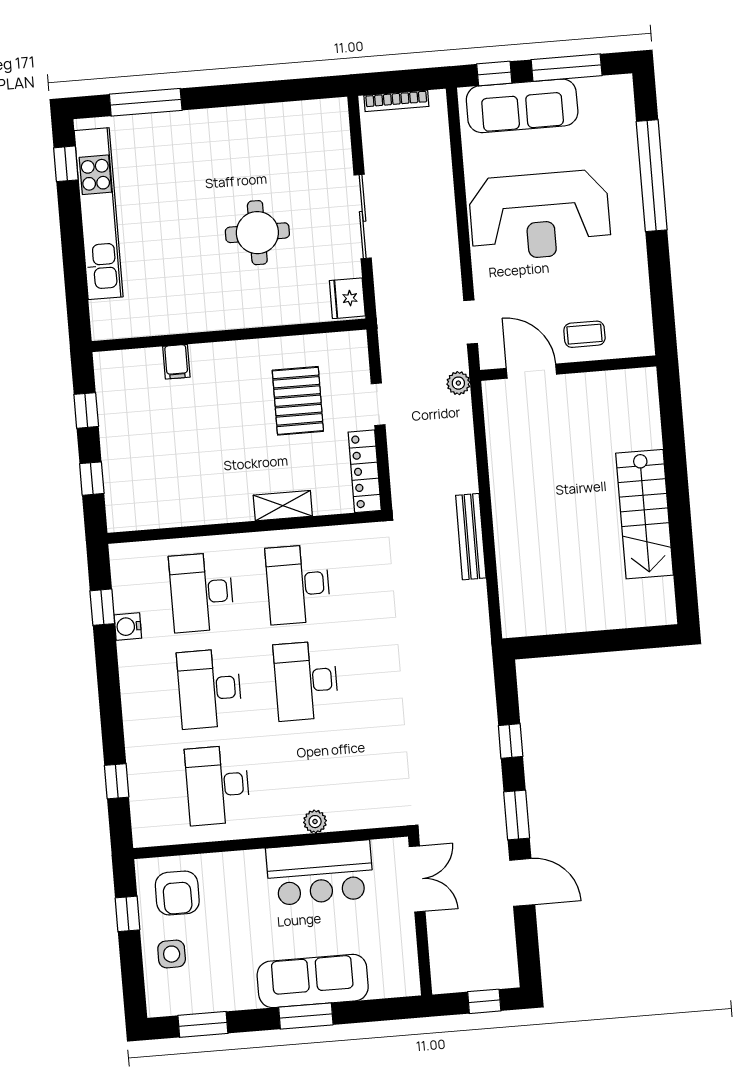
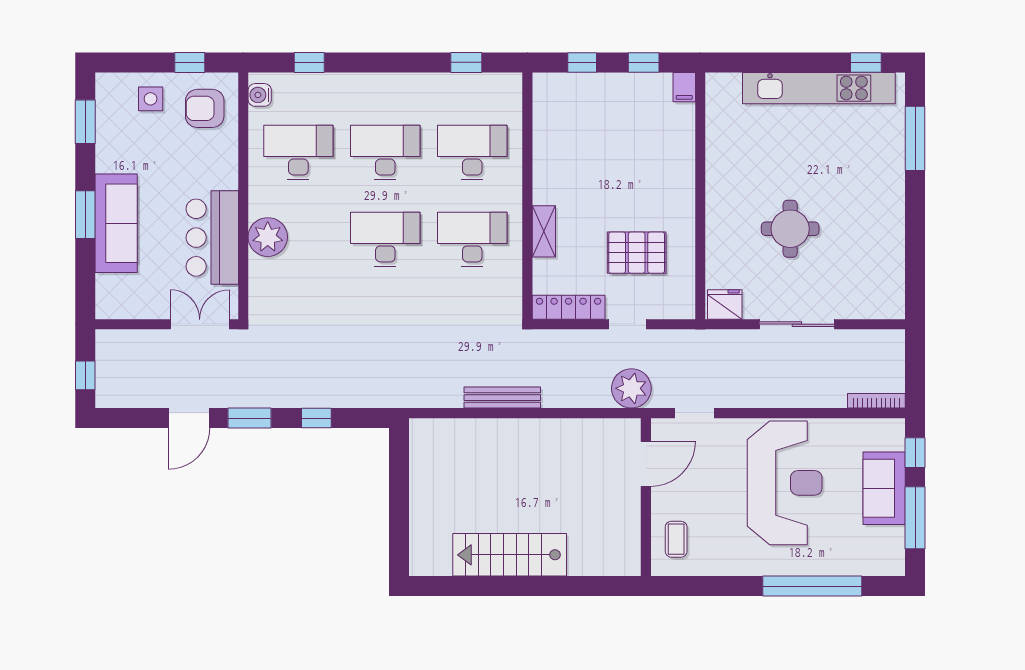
bookcase: (396, 101) -> (876, 401), moved, turned 90
sofa: (522, 106) -> (884, 488), width x0.73
reception desk: (540, 216) -> (785, 483), turned 180
coffee table: (584, 334) -> (676, 539), moved
filing cabinet: (176, 362) -> (684, 87), moved, turned -90
plant: (458, 383) -> (631, 388), width x1.87, depth x1.87
water cooler: (128, 627) -> (260, 95), moved, turned -90
plant: (315, 822) -> (268, 237), width x1.87, depth x1.87
double door: (417, 879) -> (200, 324), swing flipped

